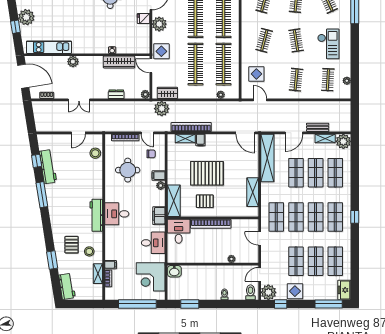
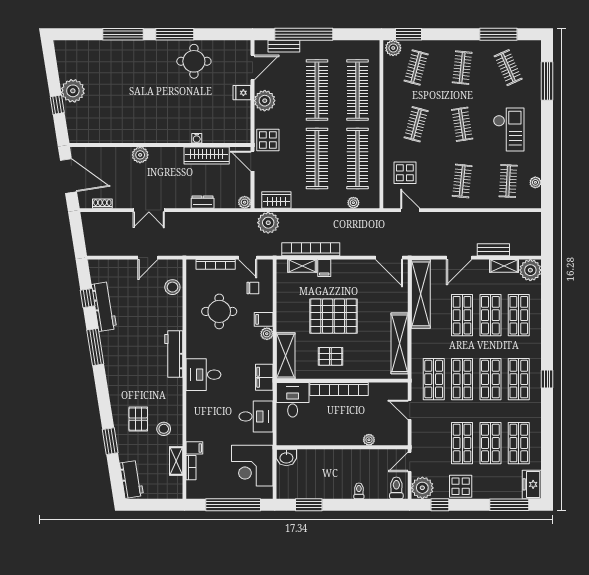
kitchen unit: (49, 47) -> (105, 134), removed
shelving: (253, 192) -> (399, 343), width x1.47
workbench: (96, 215) -> (174, 354), moved

